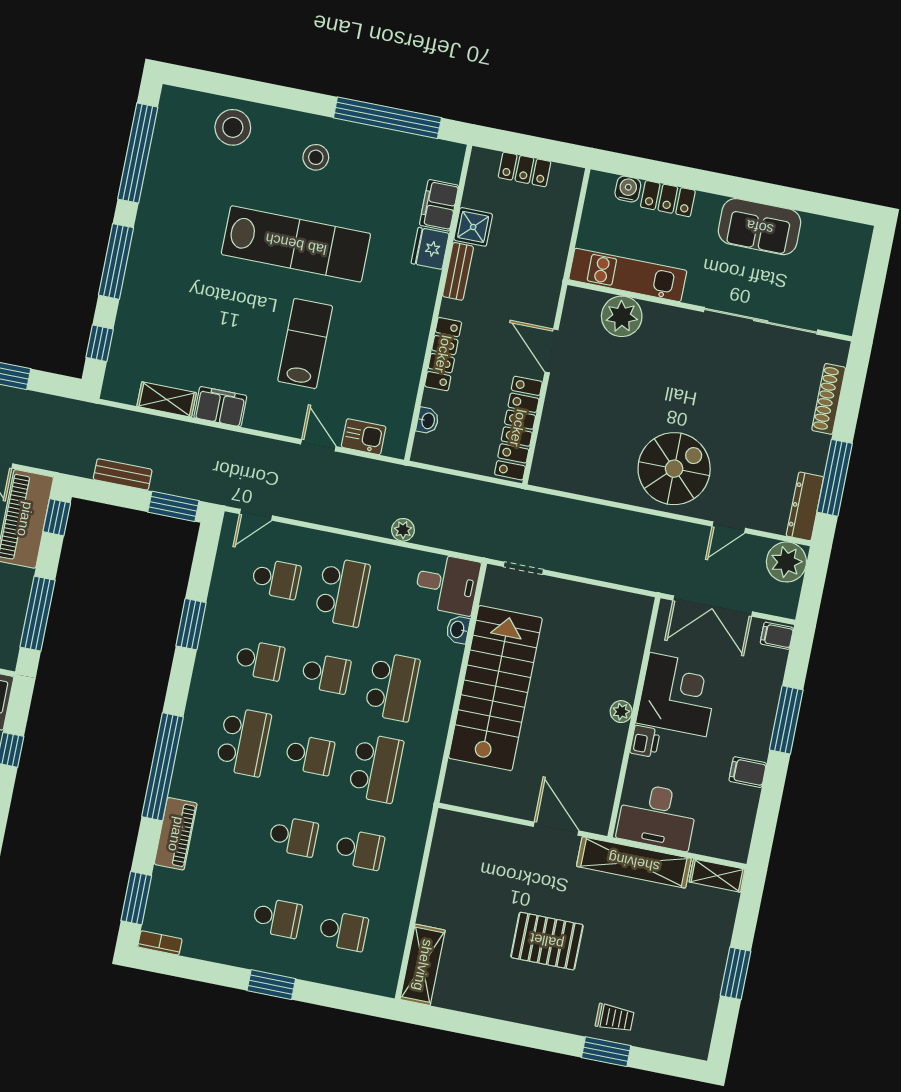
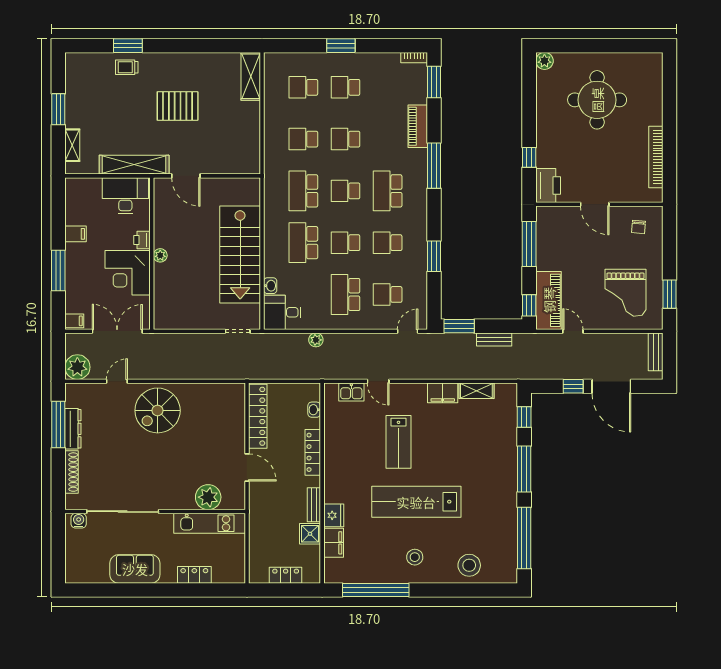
water cooler: (628, 189) -> (79, 521), moved, turned 180
dresser: (805, 506) -> (73, 429), moved
window: (163, 767) -> (434, 166), width x0.68
shelving: (717, 876) -> (72, 145), moved, turned 90

